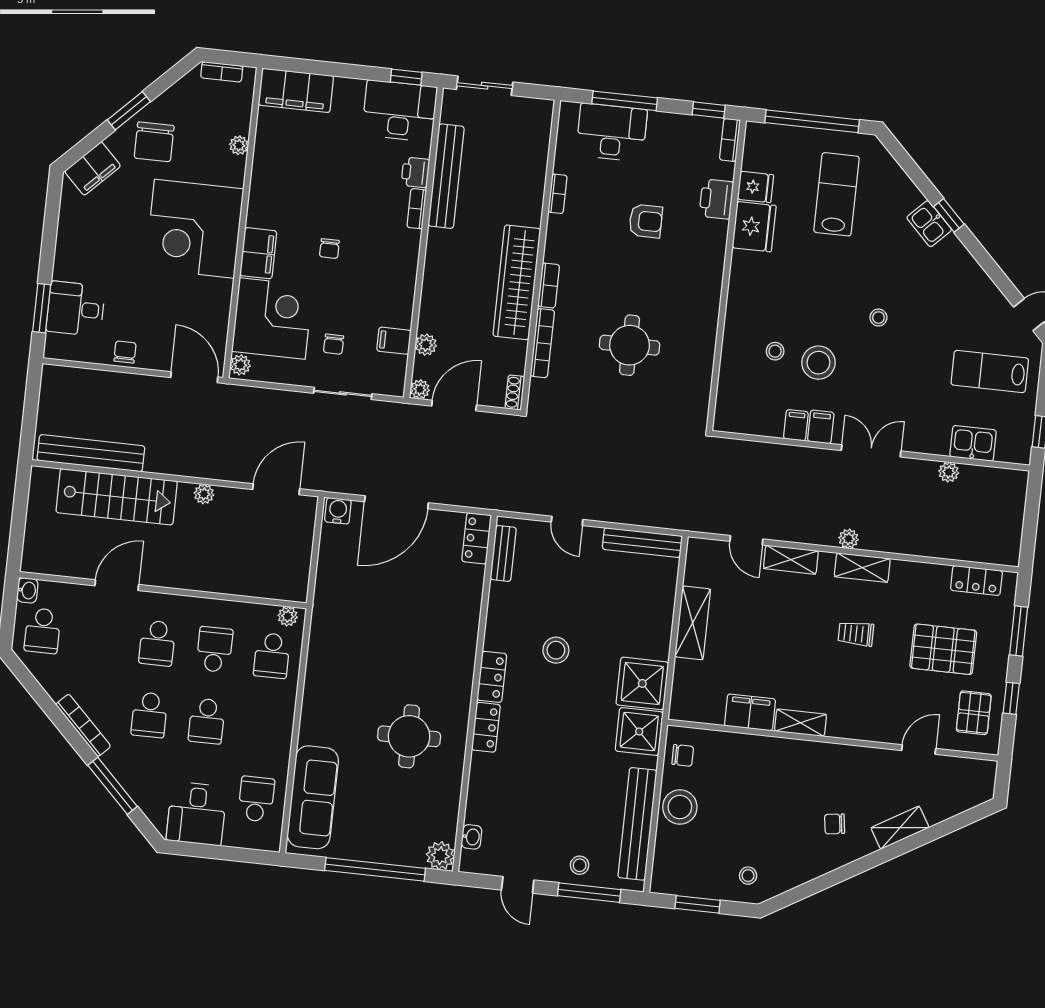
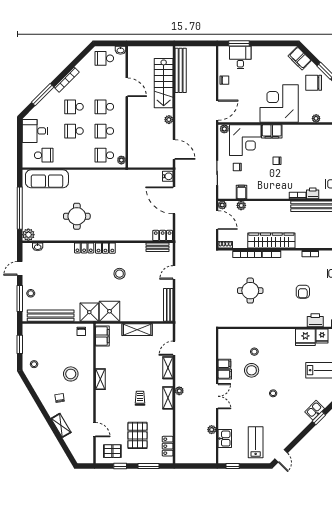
school desk: (215, 649) -> (104, 131), turned 180
filing cabinet: (750, 712) -> (102, 336), moved
stool: (680, 807) -> (71, 374), moved

